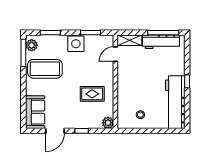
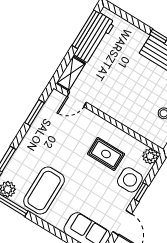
side table: (76, 44) -> (130, 180), moved
door: (115, 54) -> (77, 99), hinge flipped
rug: (92, 94) -> (106, 154), turned 90

